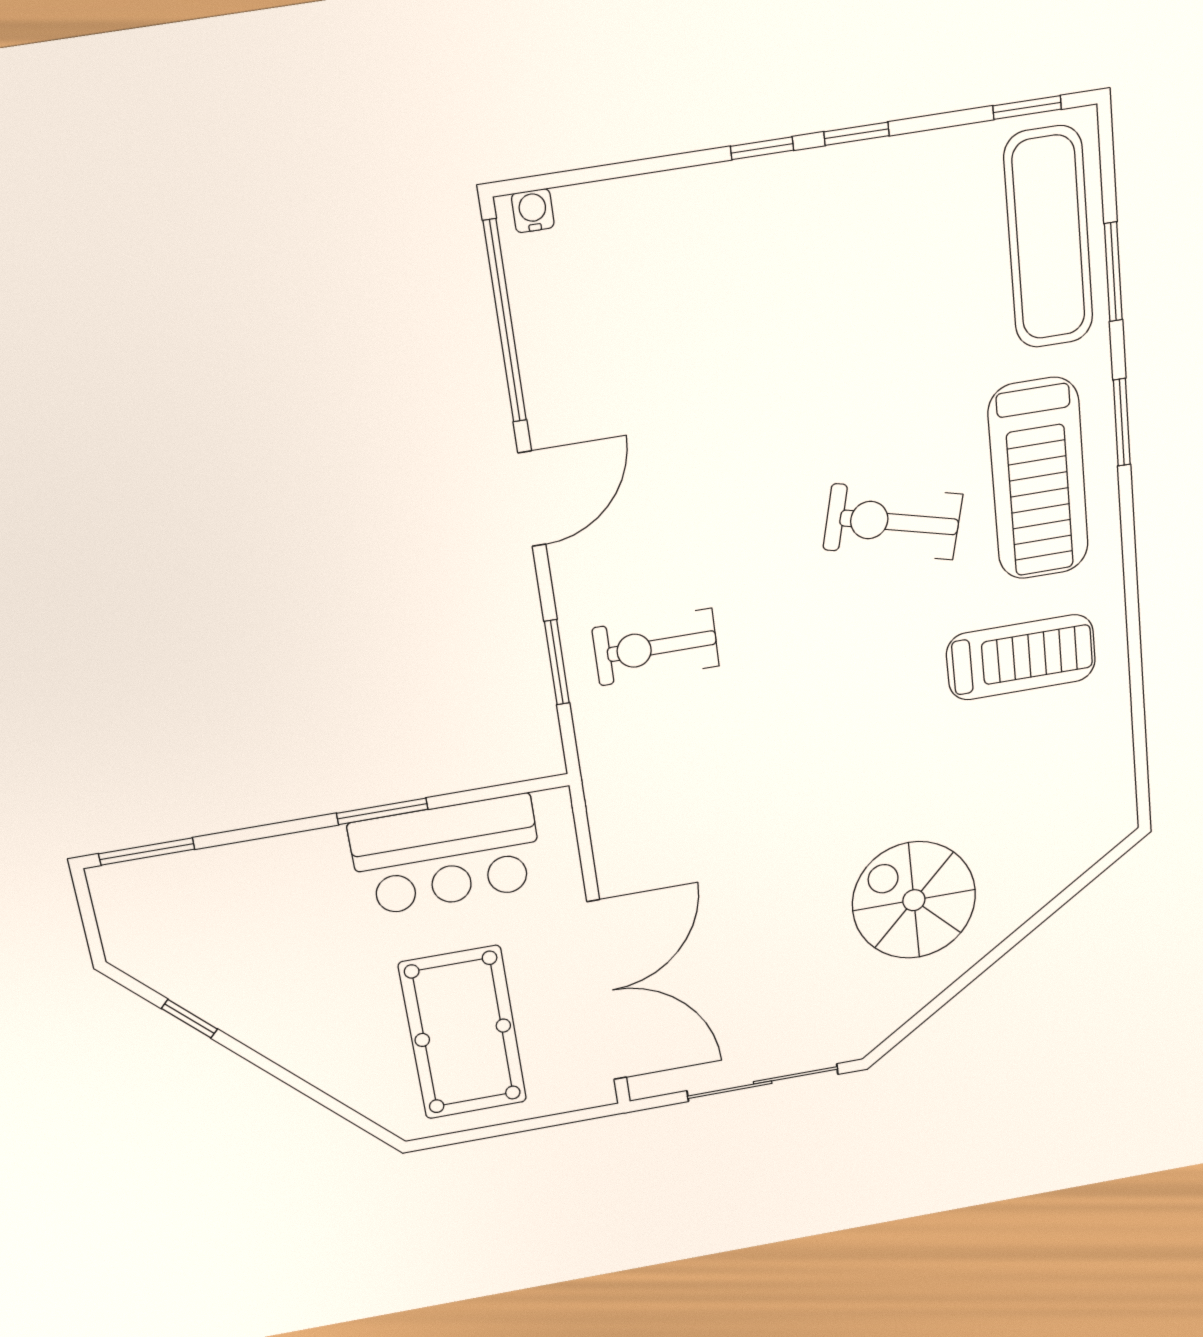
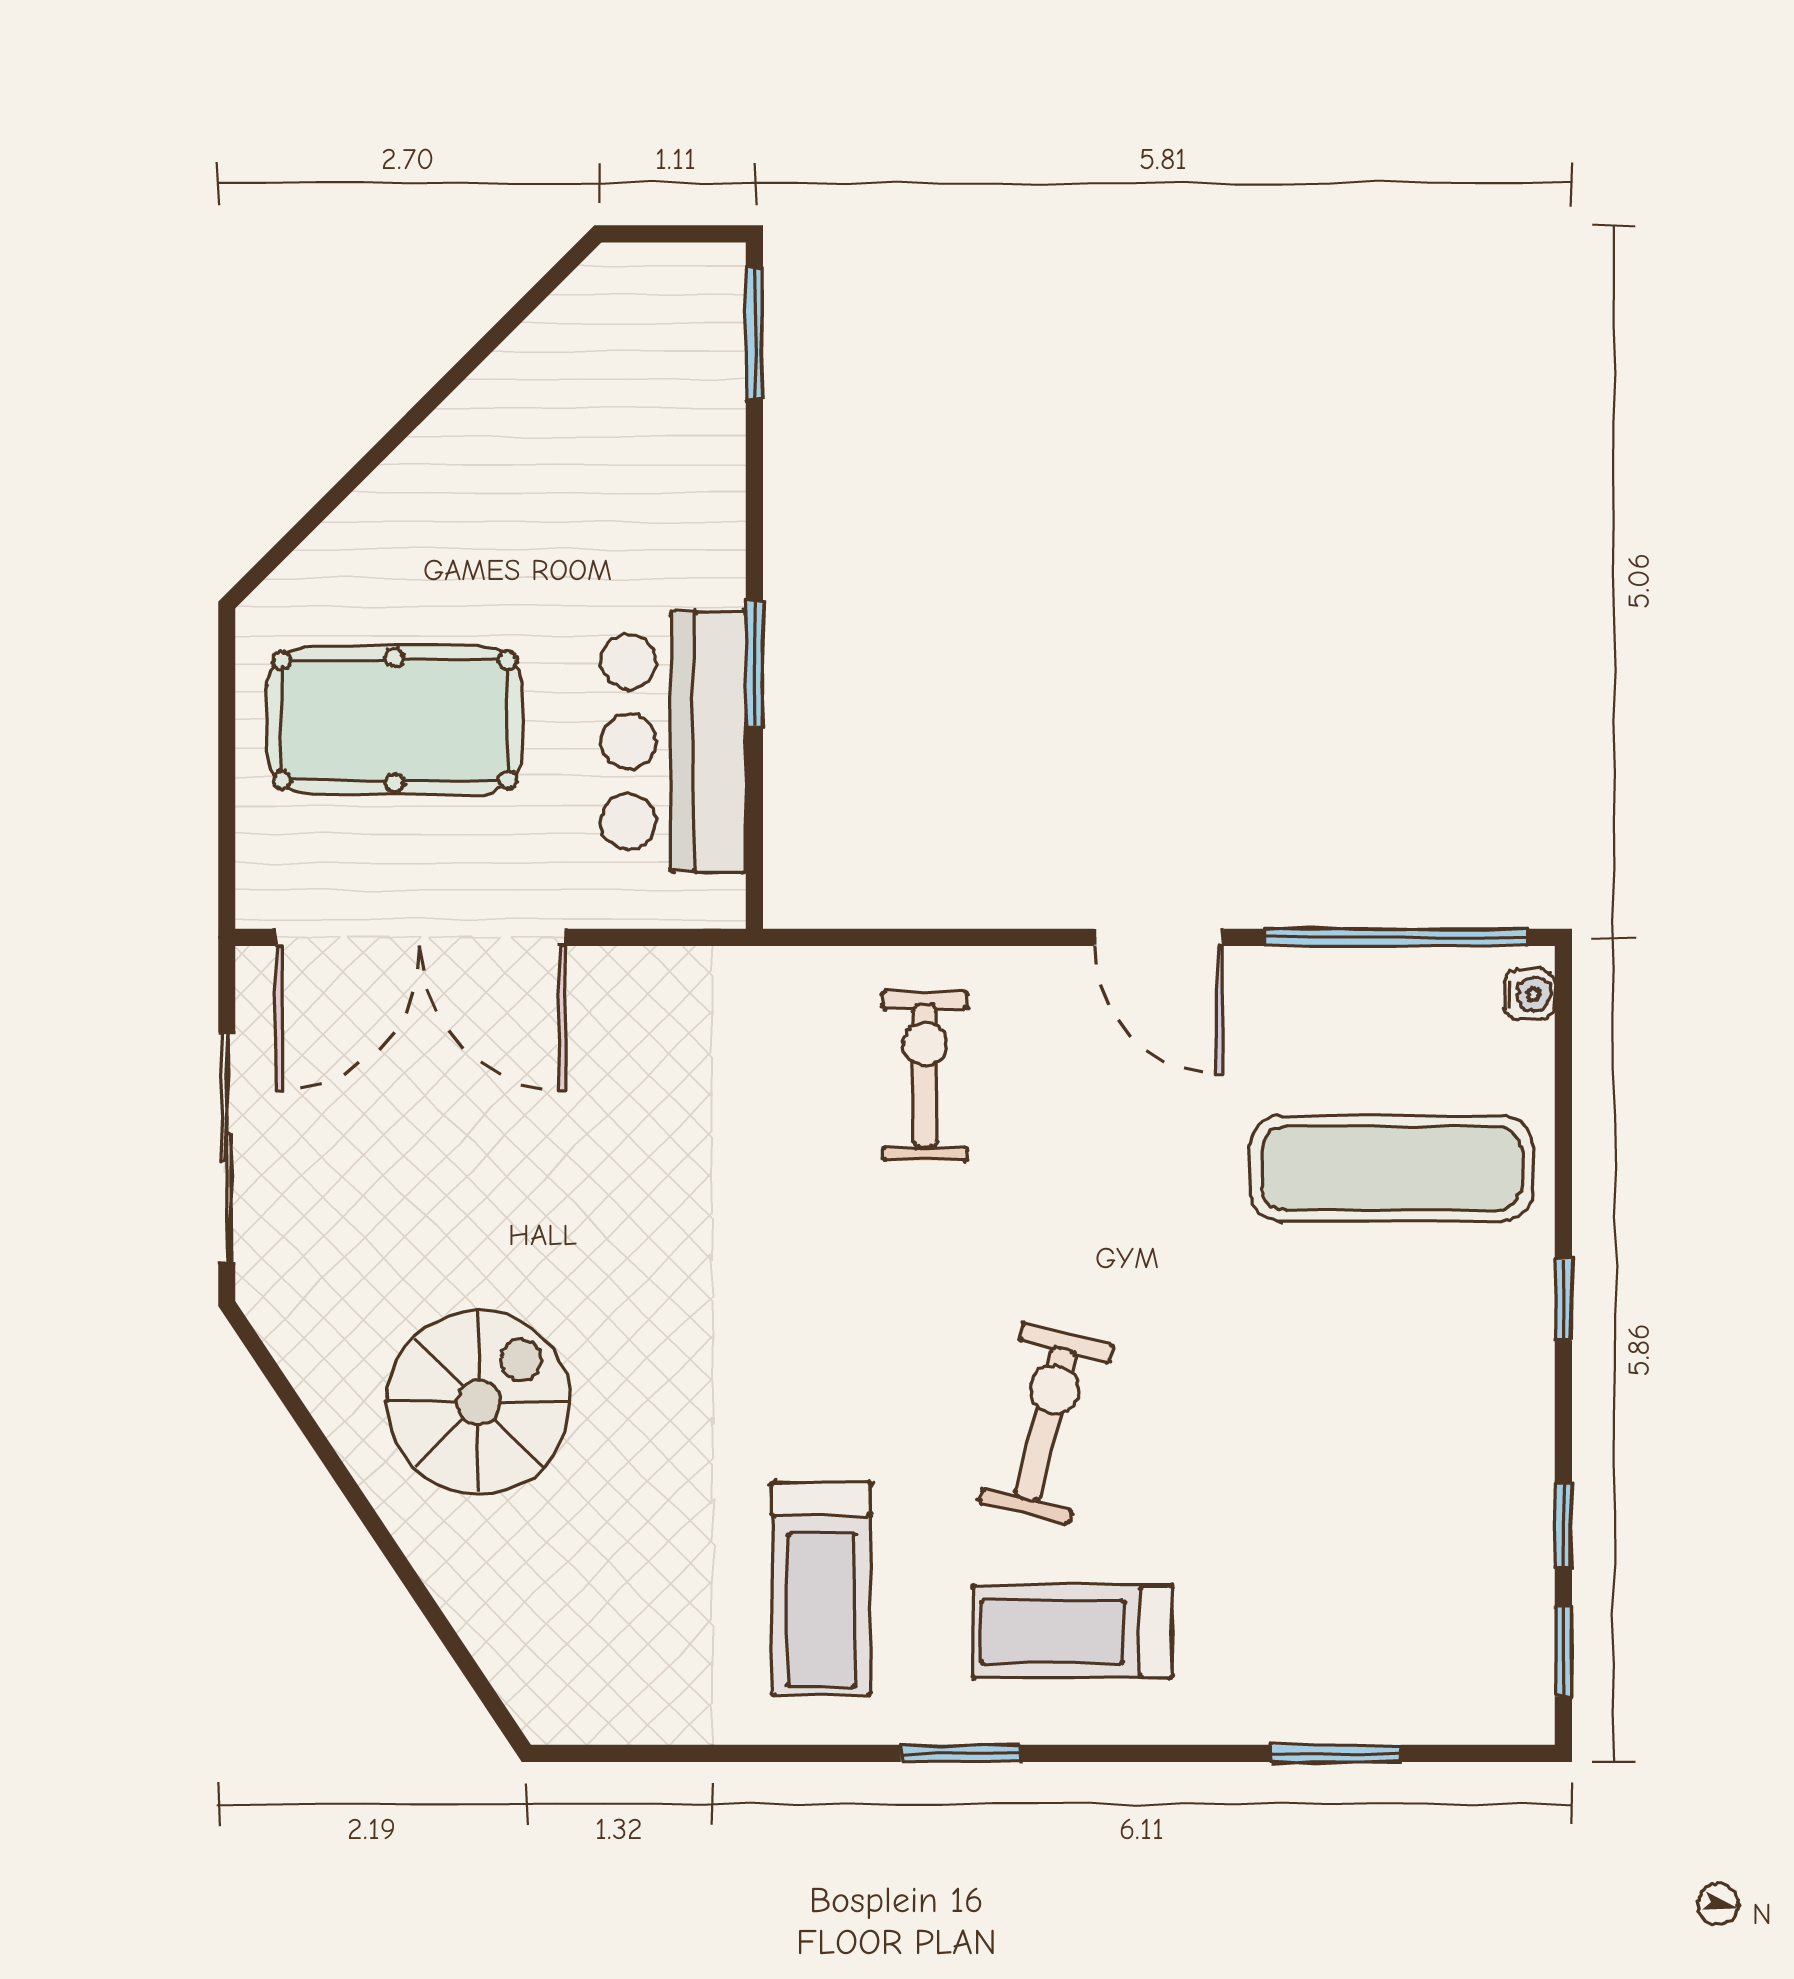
window: (857, 134) -> (1563, 1525), moved
exercise mat: (1049, 238) -> (1391, 1168), moved
window: (1122, 422) -> (961, 1753), moved
treadmill: (1038, 479) -> (1072, 1632), width x0.73, depth x0.73
window: (557, 662) -> (927, 937), removed
window: (189, 1019) -> (492, 339), removed

